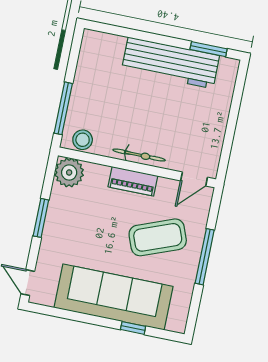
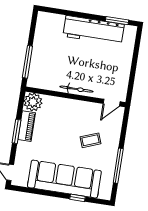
stool: (83, 140) -> (40, 81), removed
piano: (133, 181) -> (27, 126), moved, turned -90
coffee table: (158, 237) -> (90, 140), width x0.54, depth x0.58
window: (205, 257) -> (118, 166), moved

